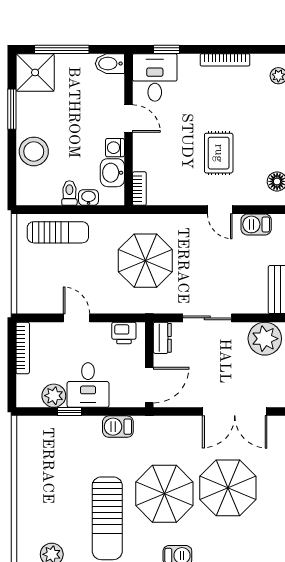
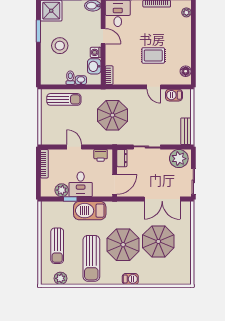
stool: (34, 151) -> (60, 46), moved
rug: (219, 153) -> (153, 55), turned 90
barbecue: (118, 427) -> (90, 211), width x1.88, depth x1.53
sun lounger: (46, 496) -> (57, 246), added

